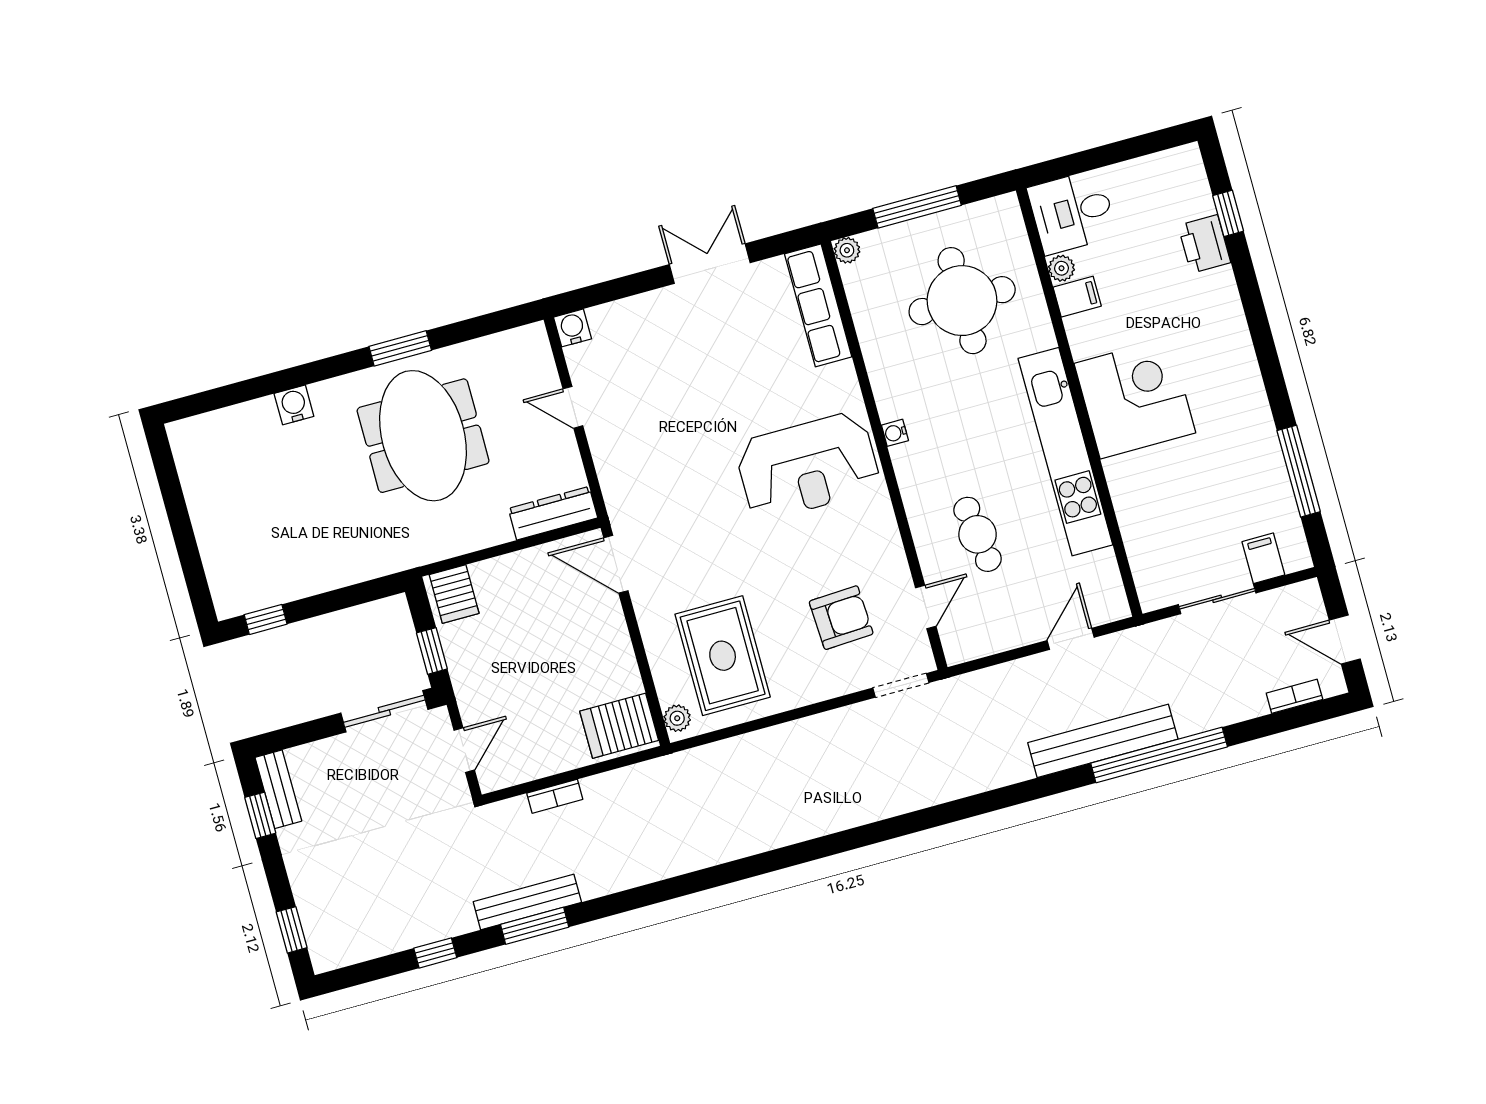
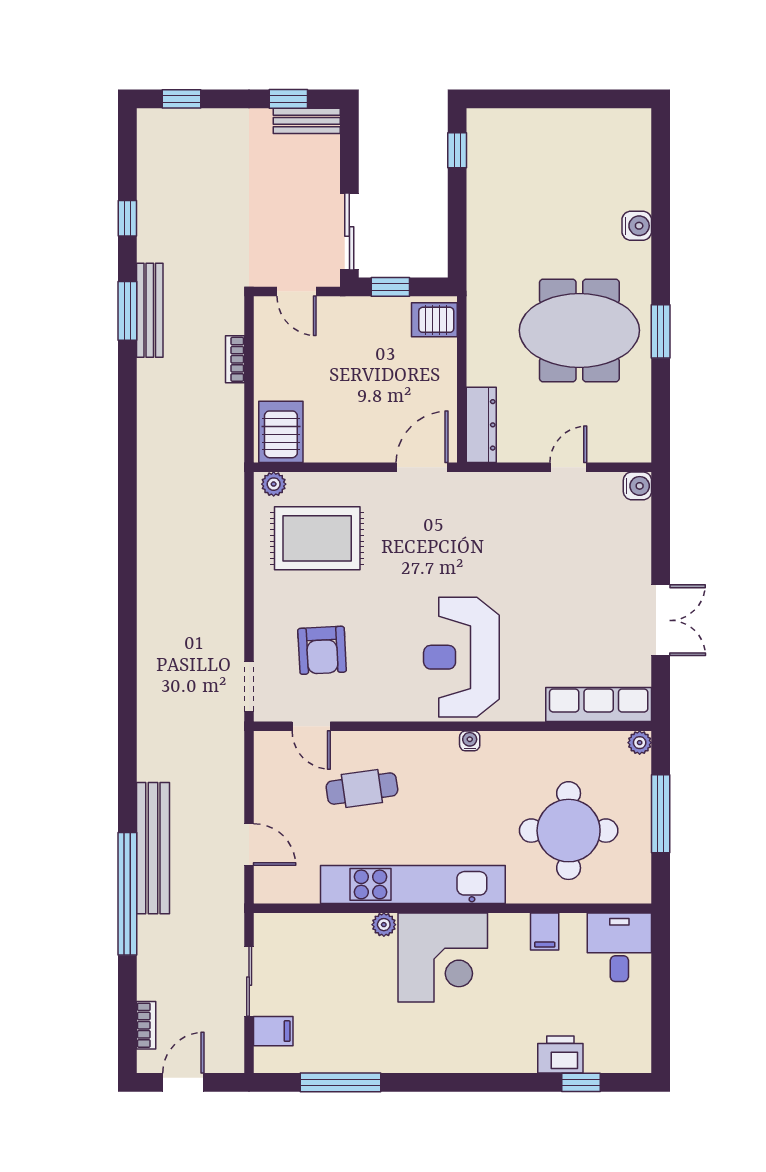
plant: (1062, 268) -> (384, 925), moved

